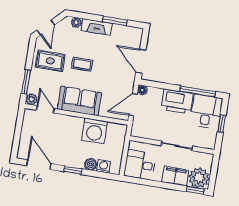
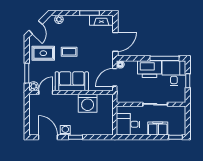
fireplace: (97, 27) -> (101, 20), moved
door: (141, 61) -> (115, 42), swing flipped
door: (45, 109) -> (46, 92), hinge flipped
boiler: (91, 164) -> (89, 130), removed
washing machine: (103, 166) -> (65, 130), moved
plant: (199, 178) -> (177, 127), removed

